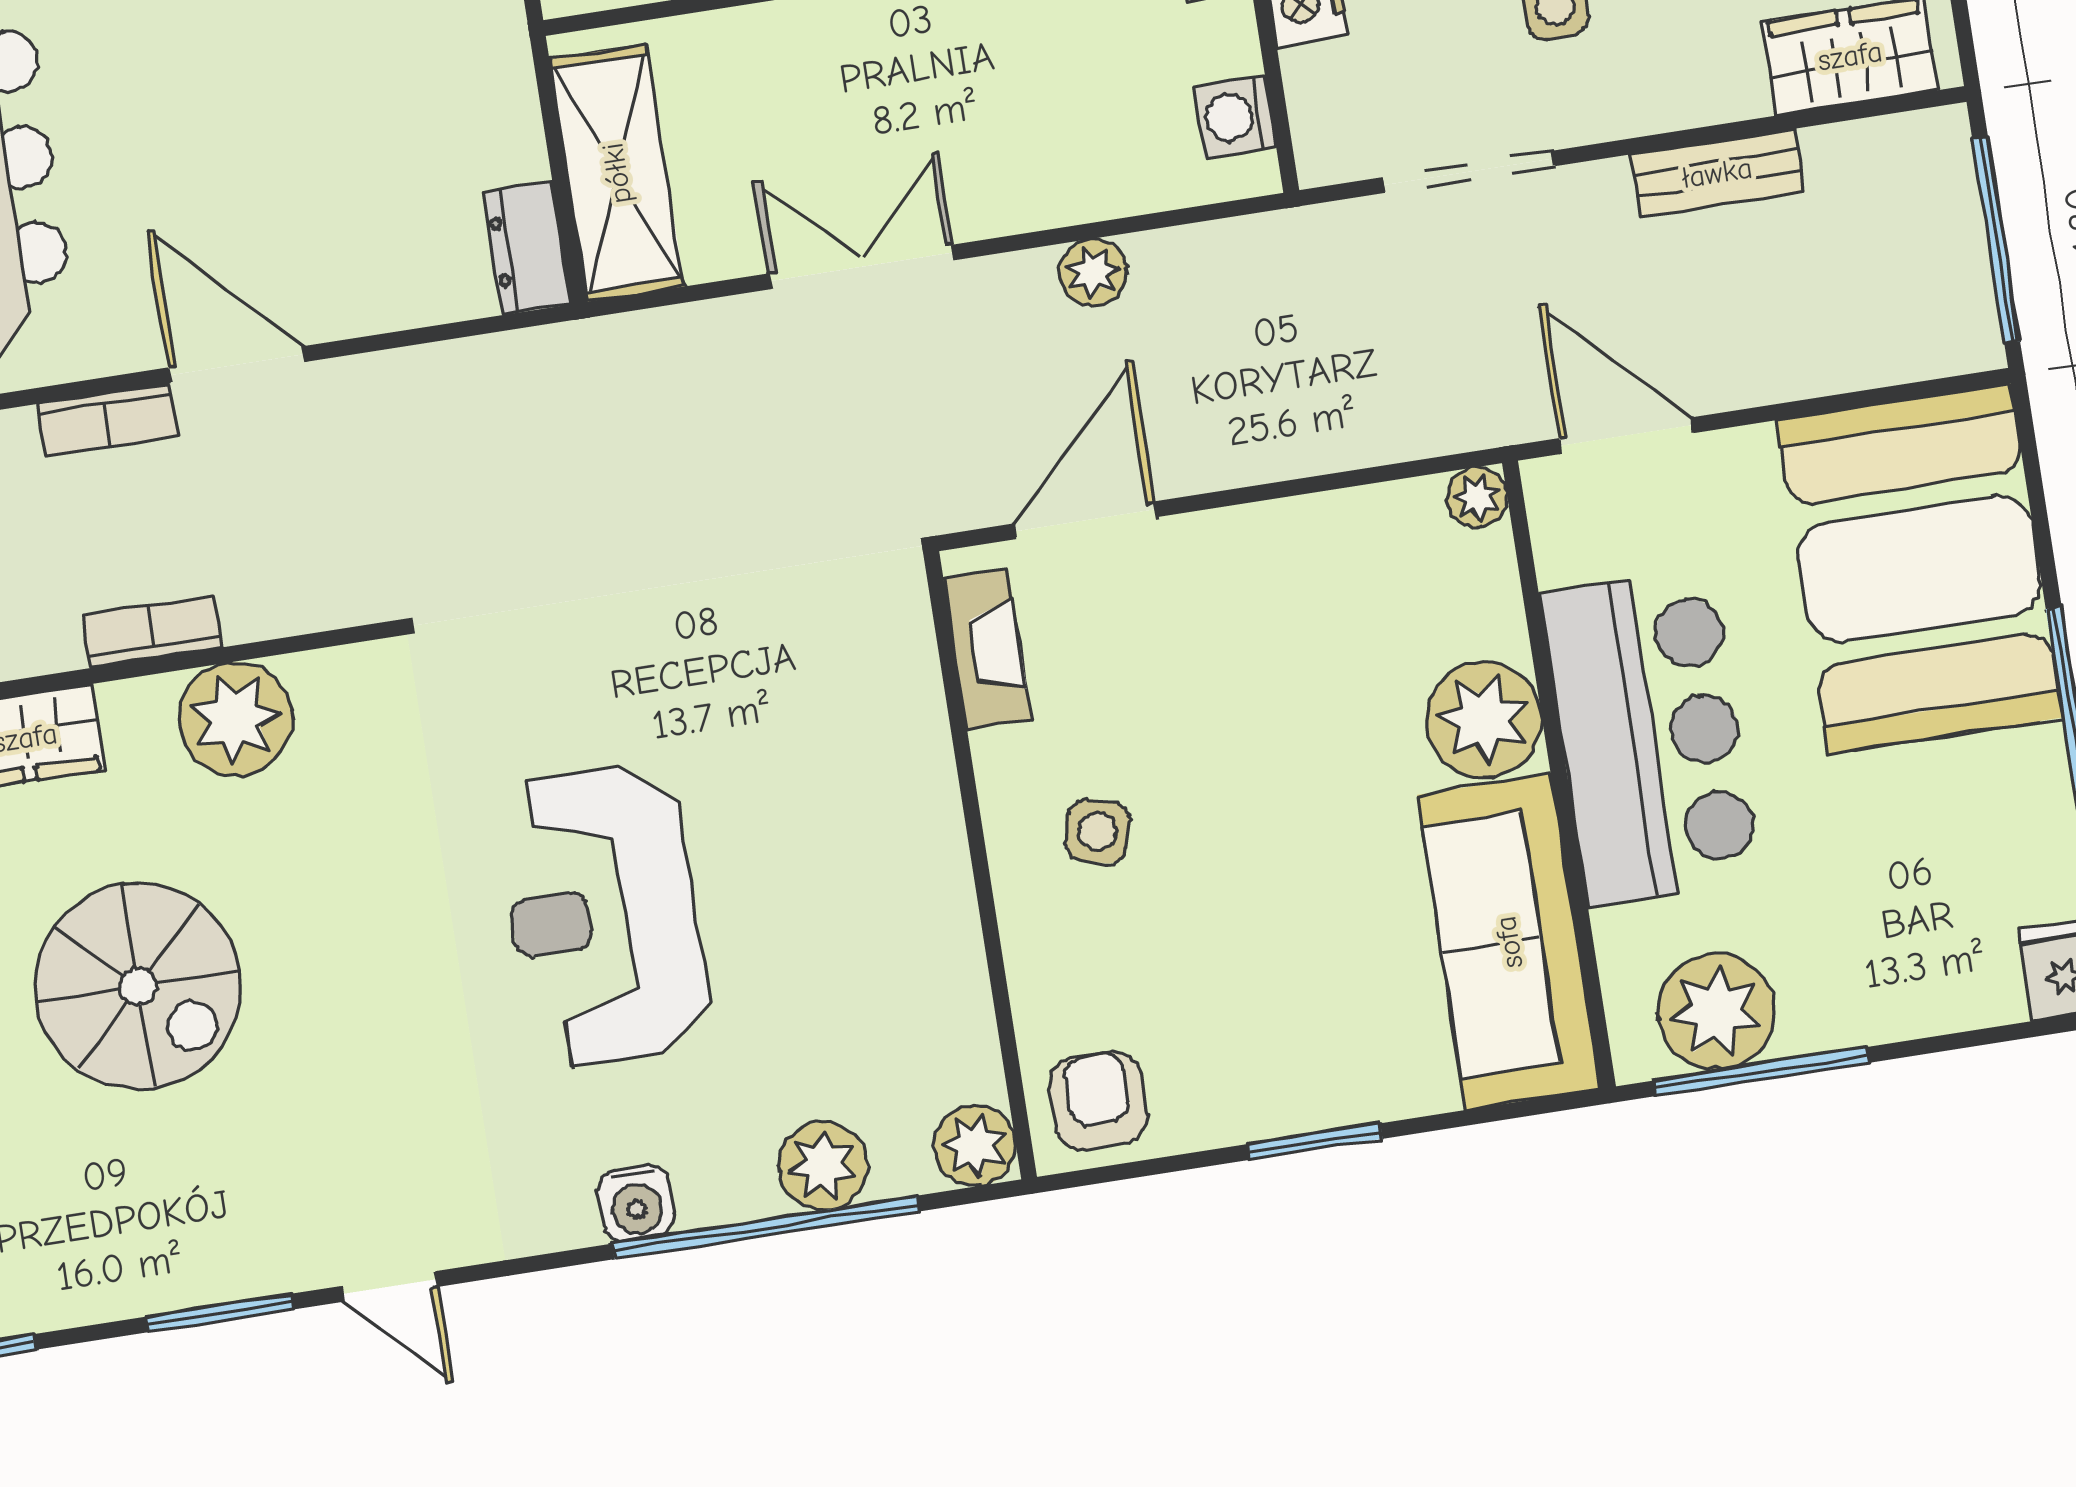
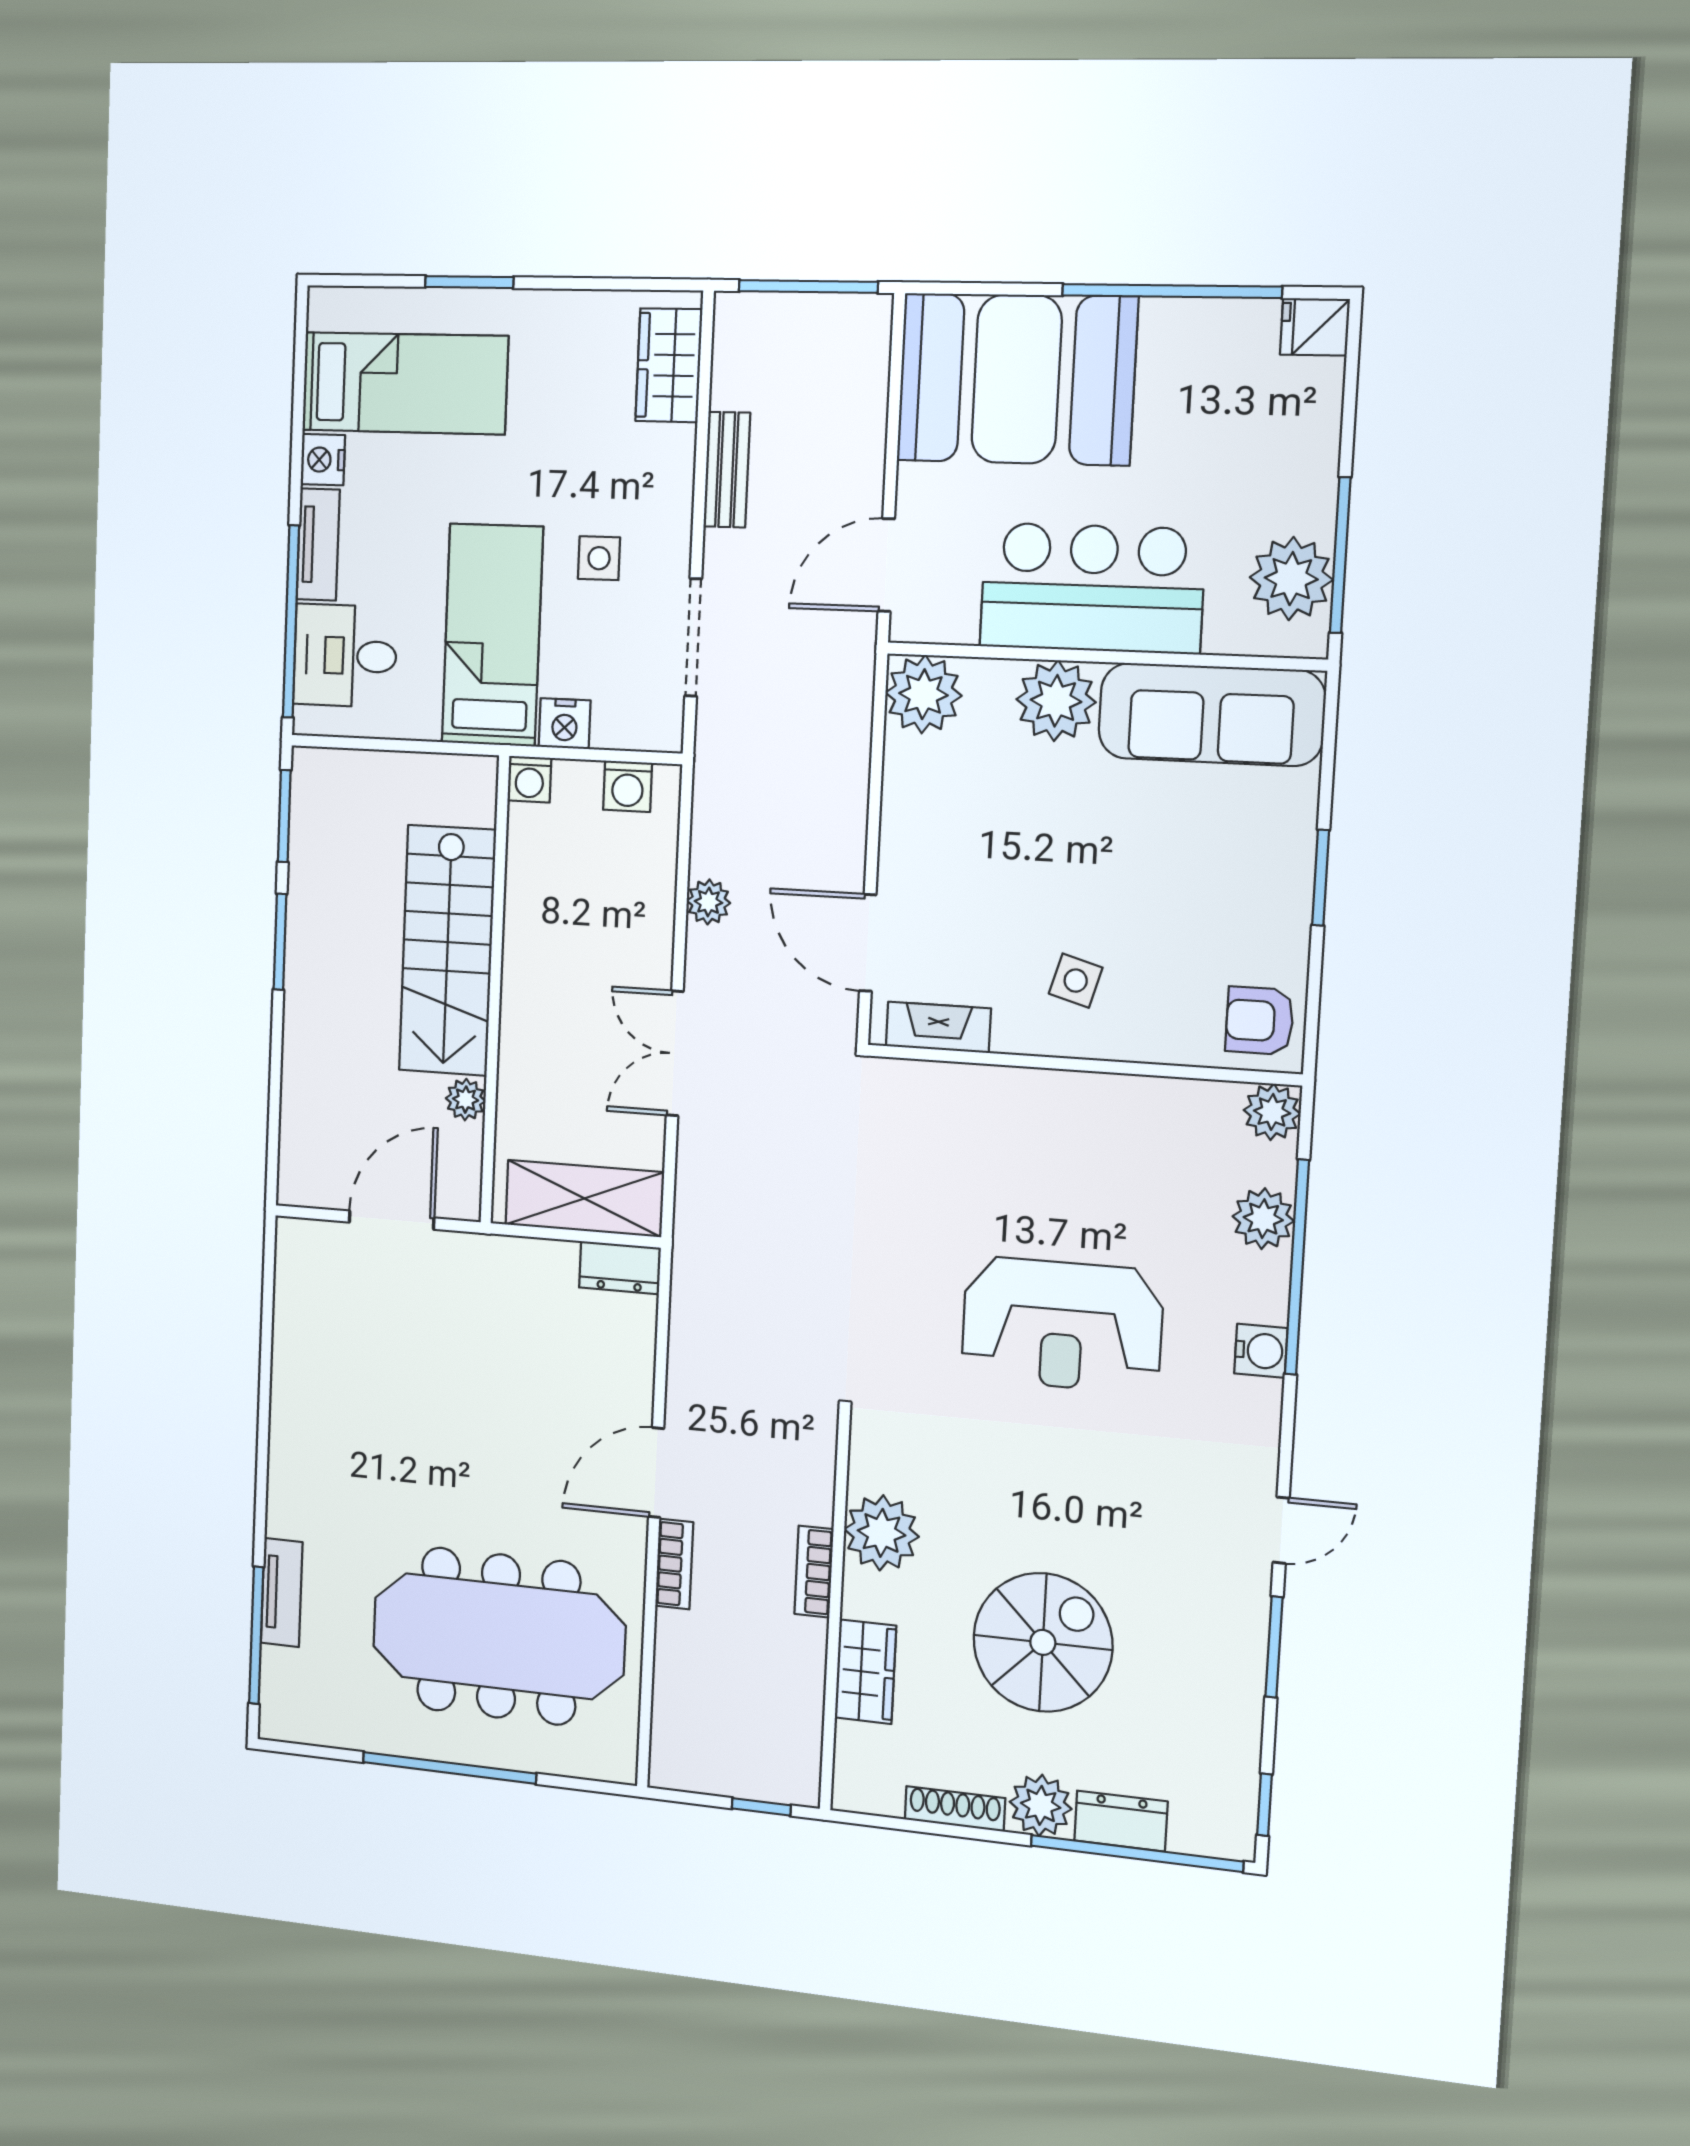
plant: (1477, 497) -> (923, 694), width x1.87, depth x1.87

